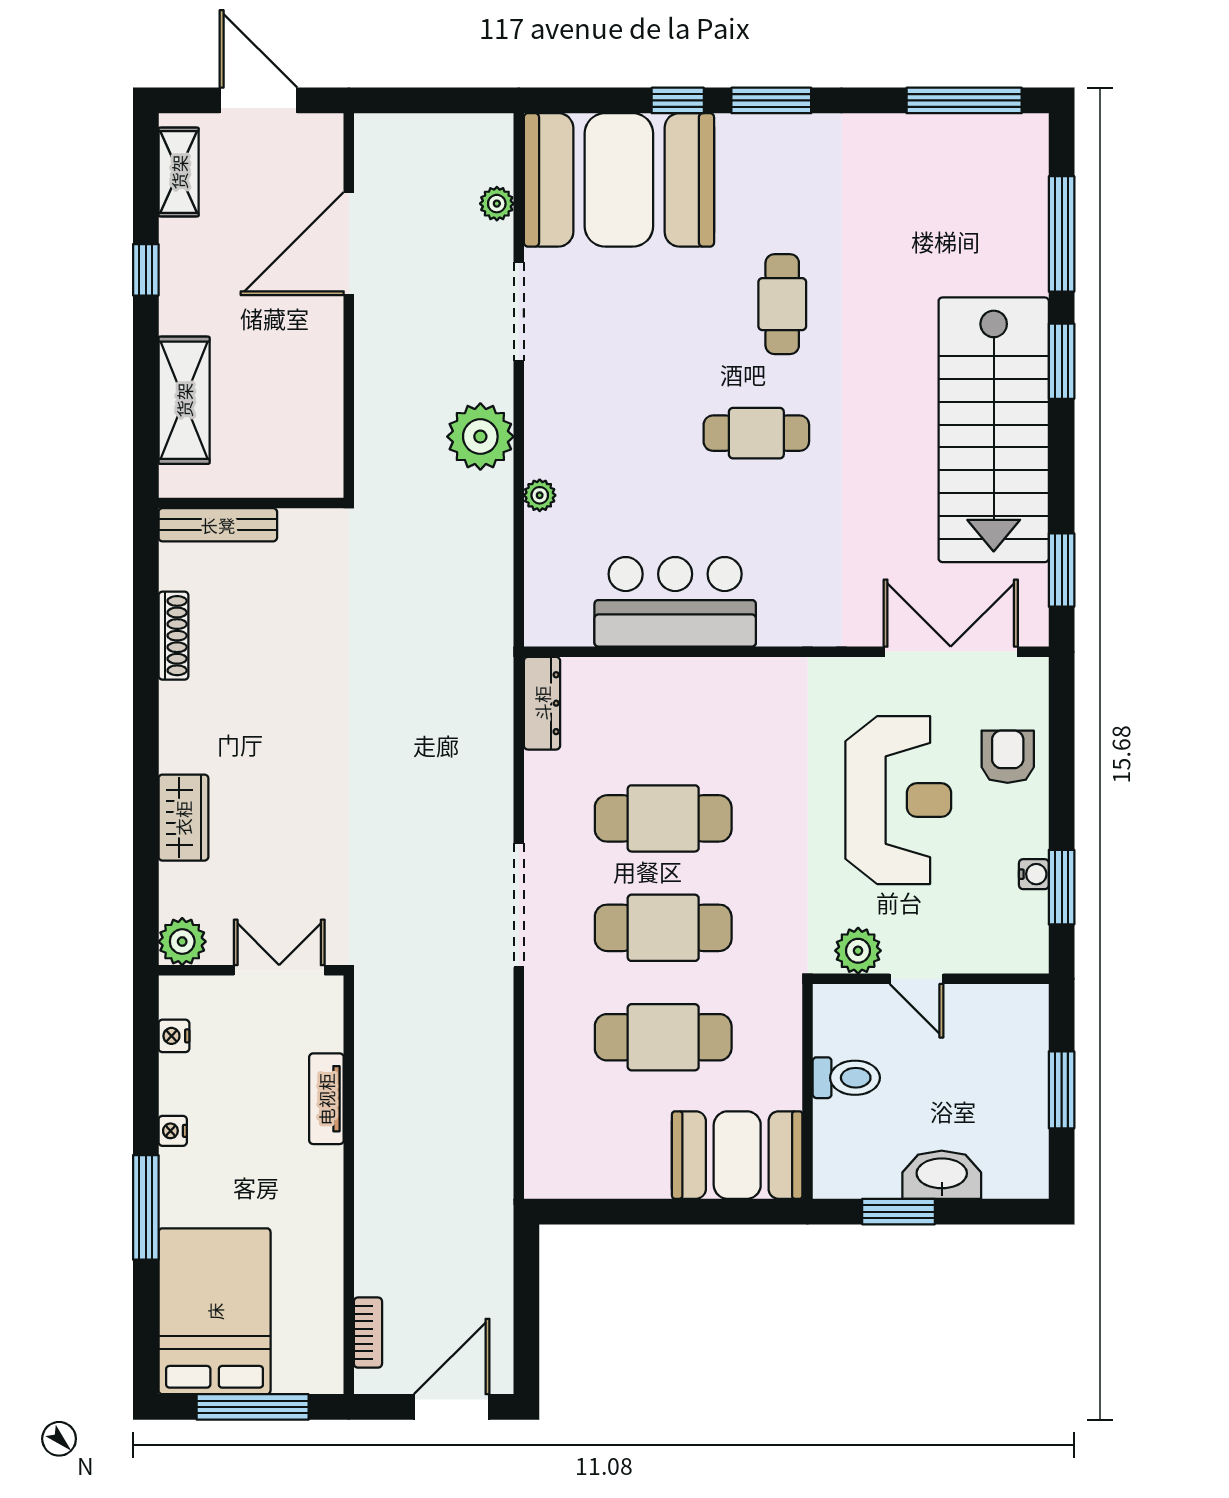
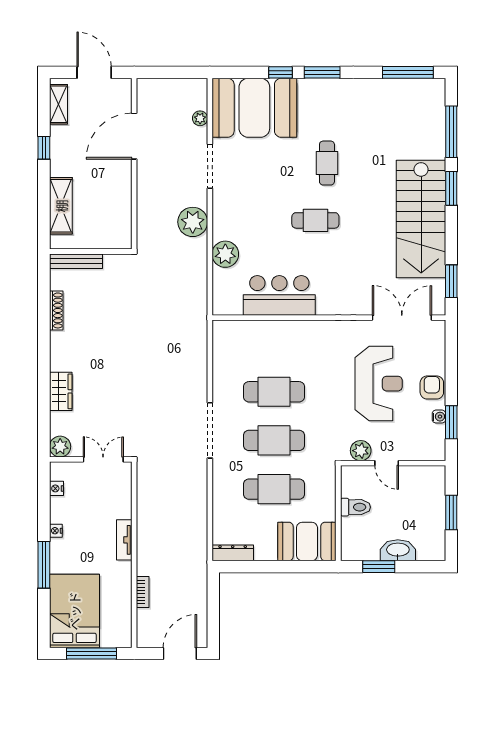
plant: (540, 495) -> (225, 254), width x1.87, depth x1.87
dresser: (542, 703) -> (233, 553), moved, turned -90
armchair: (1008, 757) -> (432, 388), moved
tv unit: (326, 1099) -> (124, 540), moved
bookcase: (368, 1333) -> (143, 592), moved

